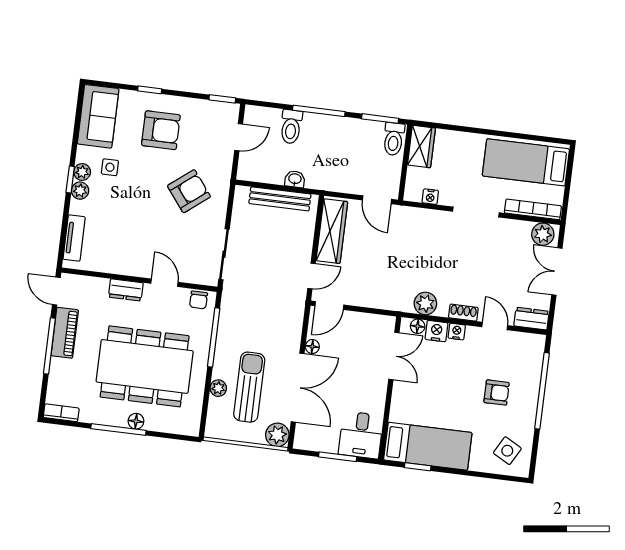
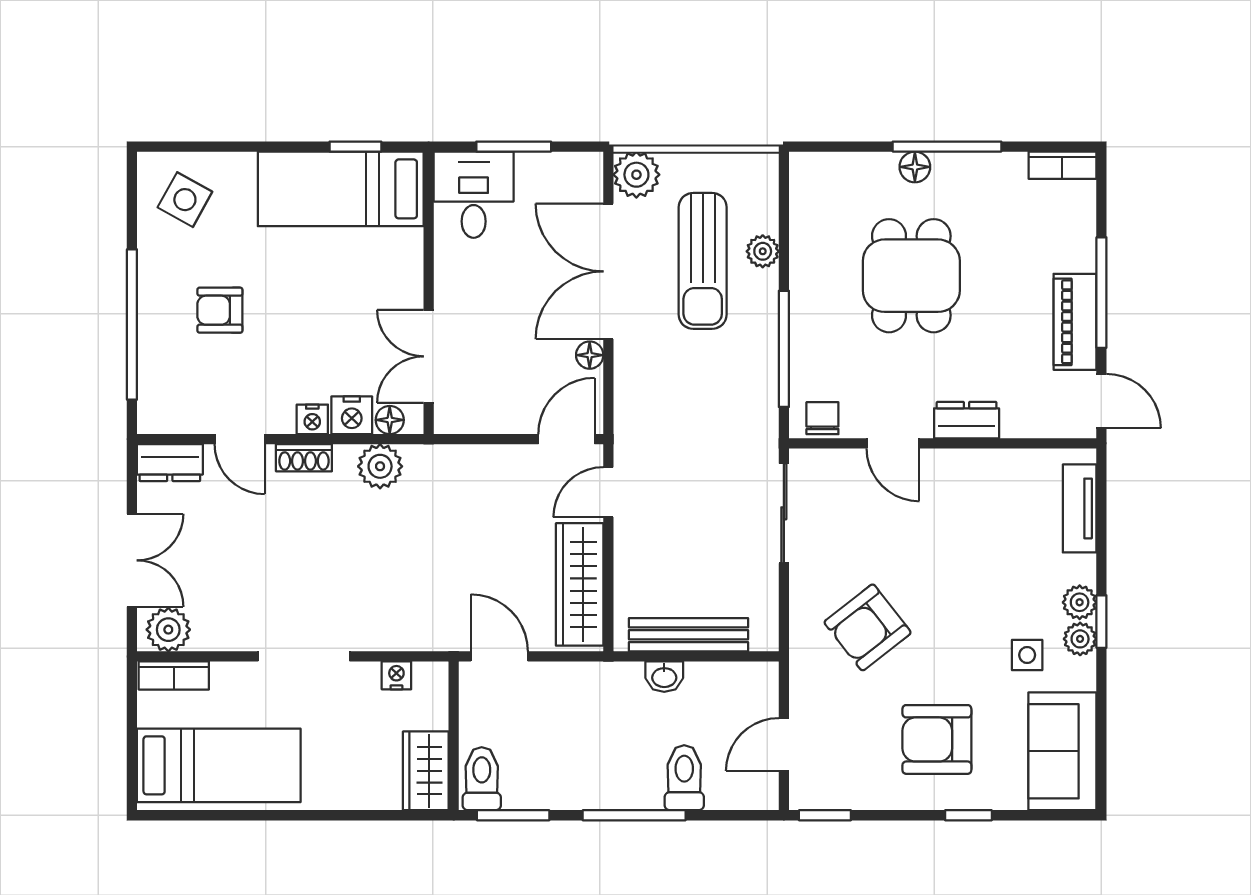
bookcase: (533, 209) -> (174, 676), width x0.64
dining table: (145, 366) -> (911, 276), width x0.53, depth x0.80

